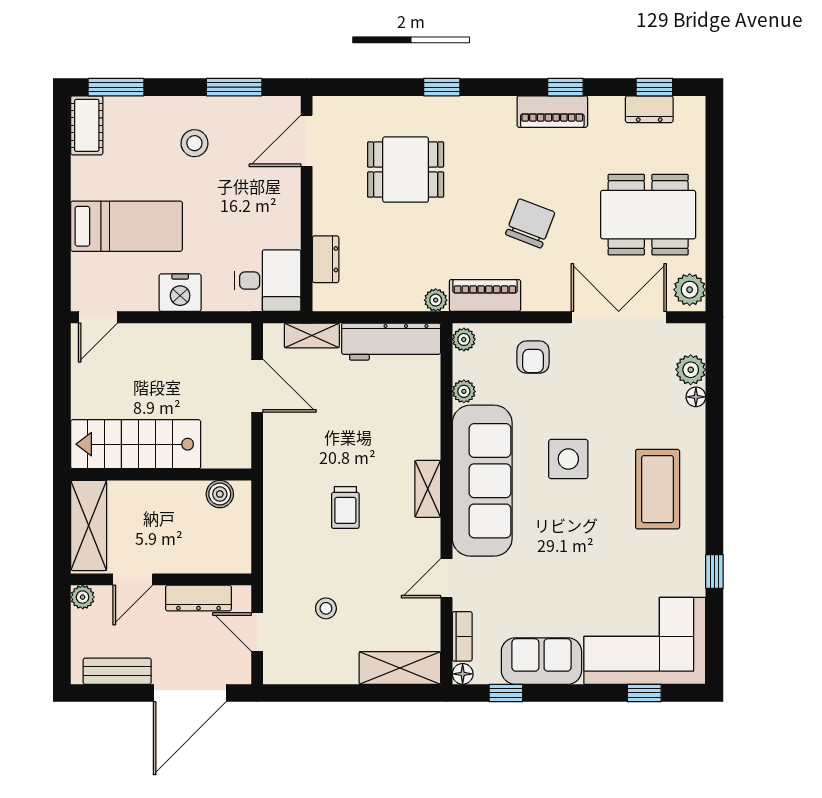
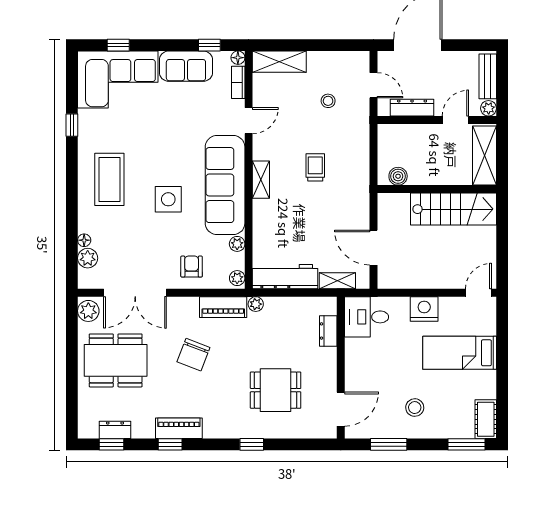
bench: (117, 671) -> (488, 76), moved, turned 90

